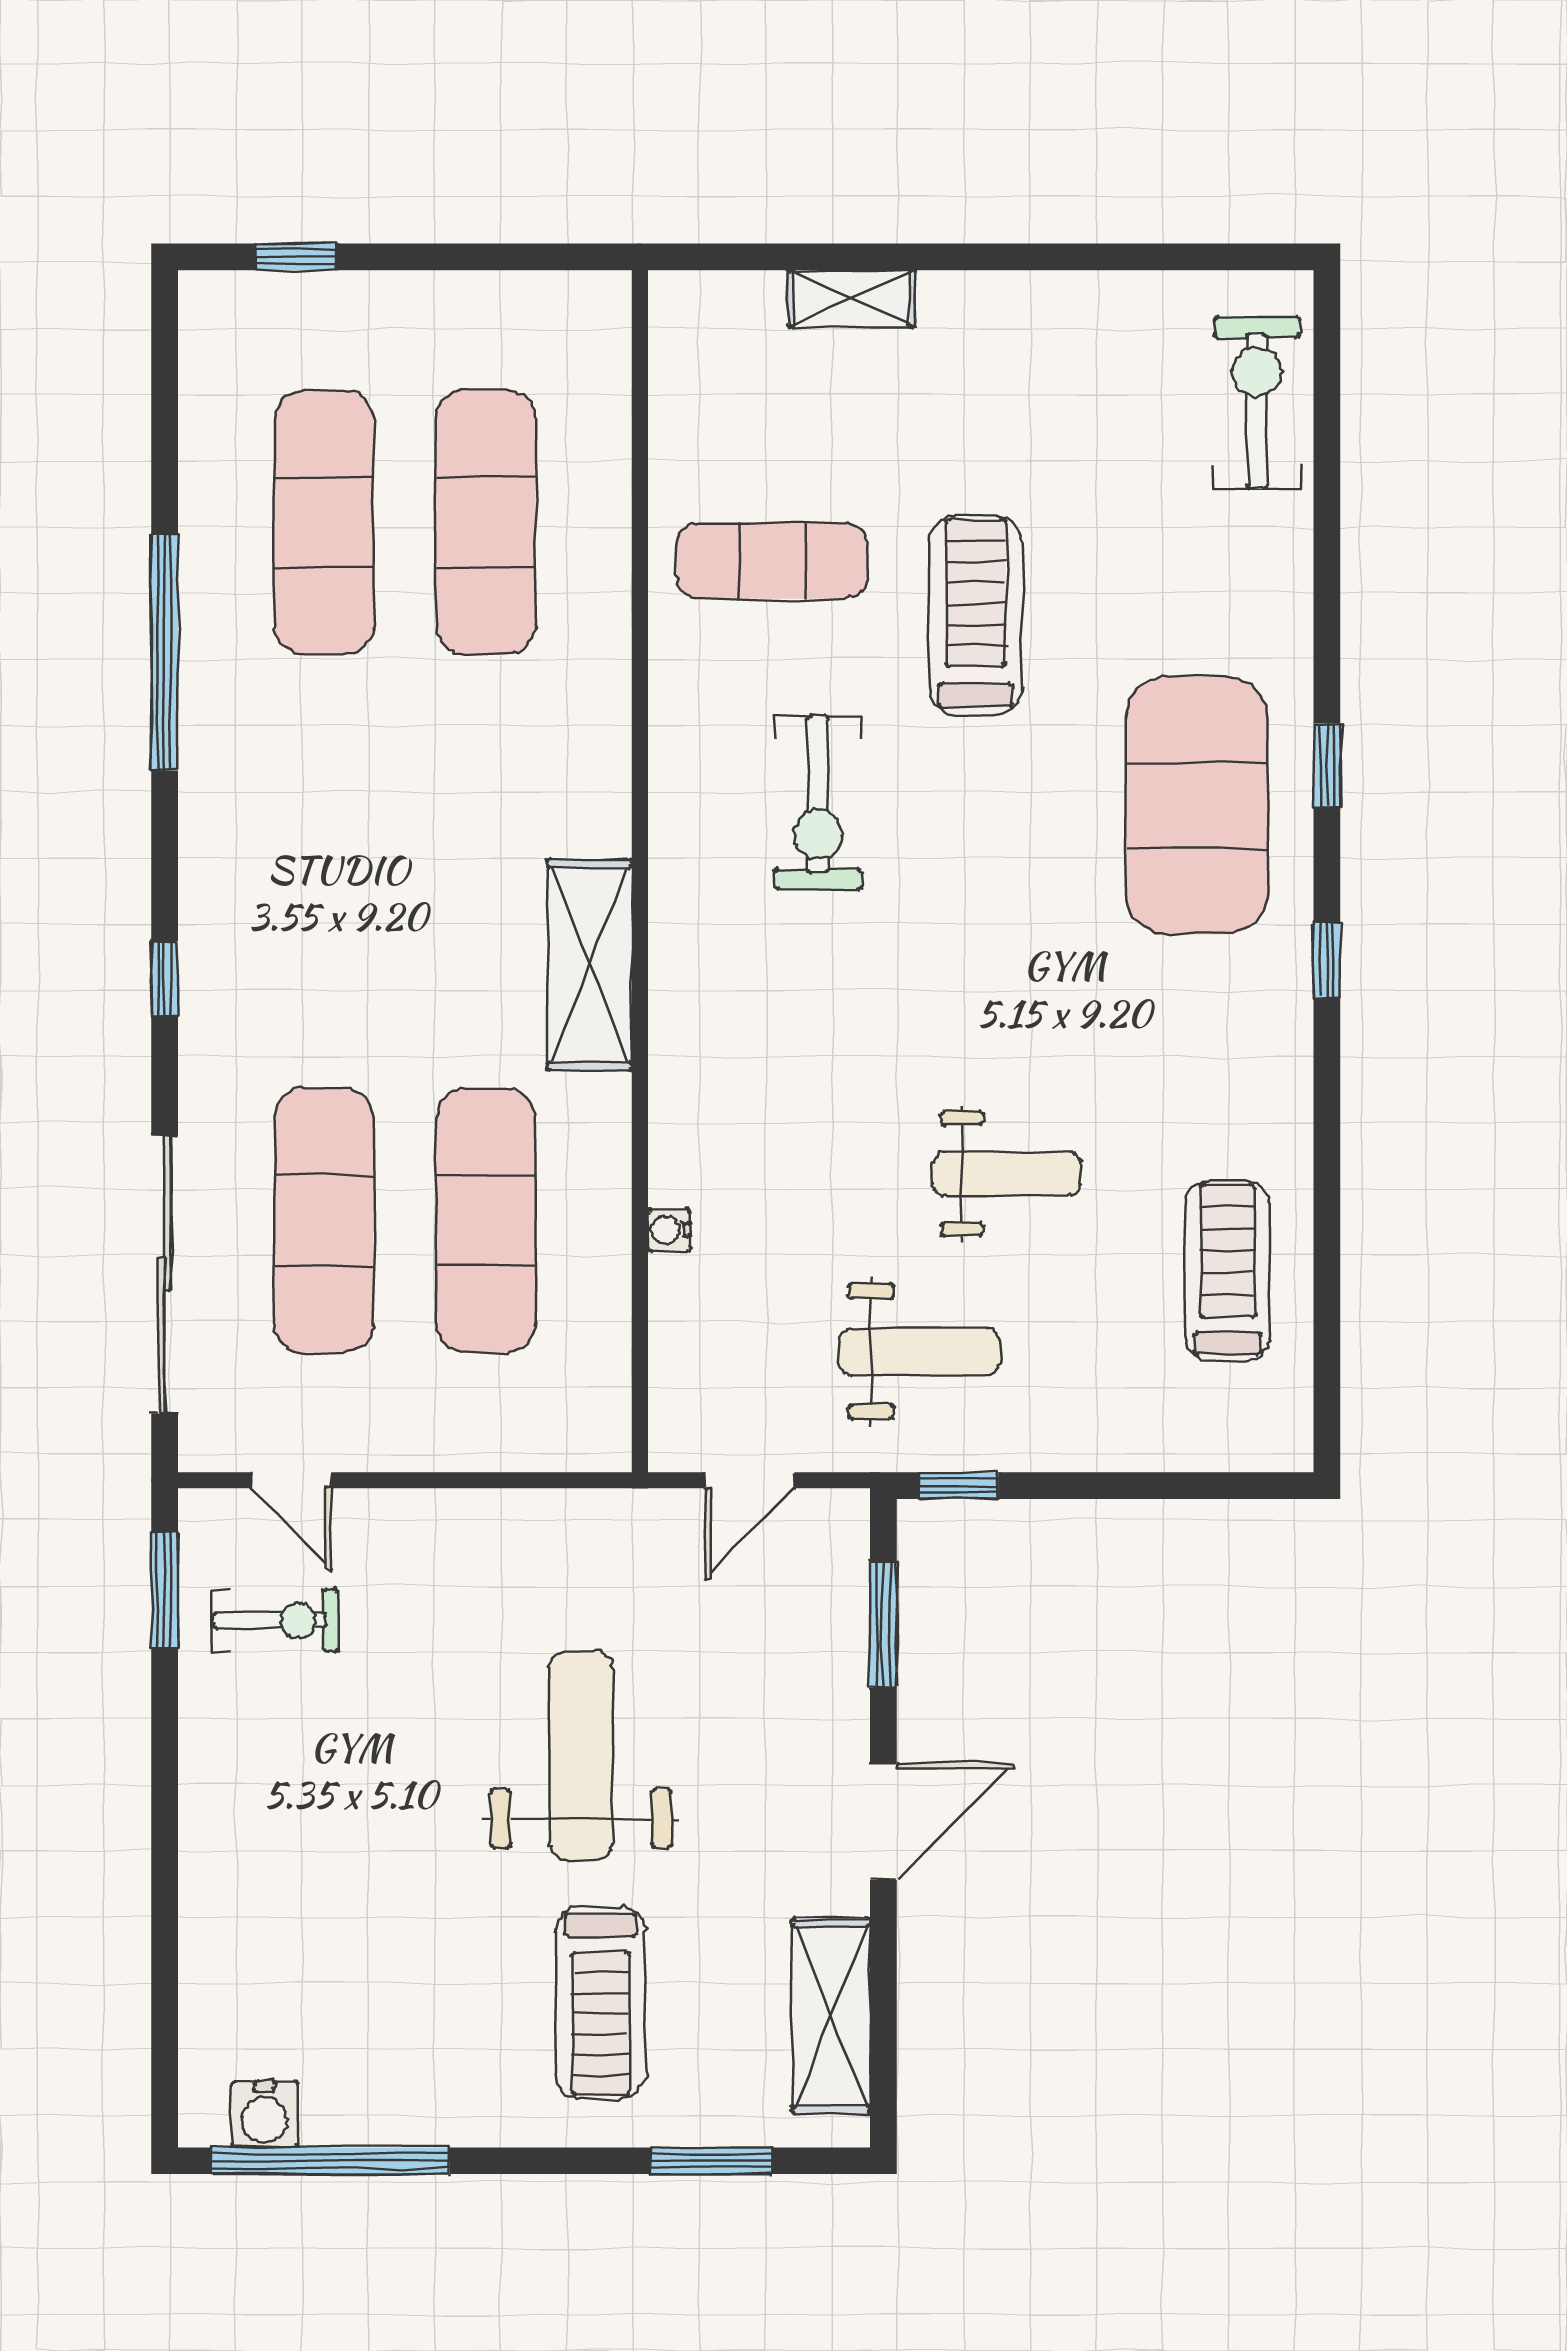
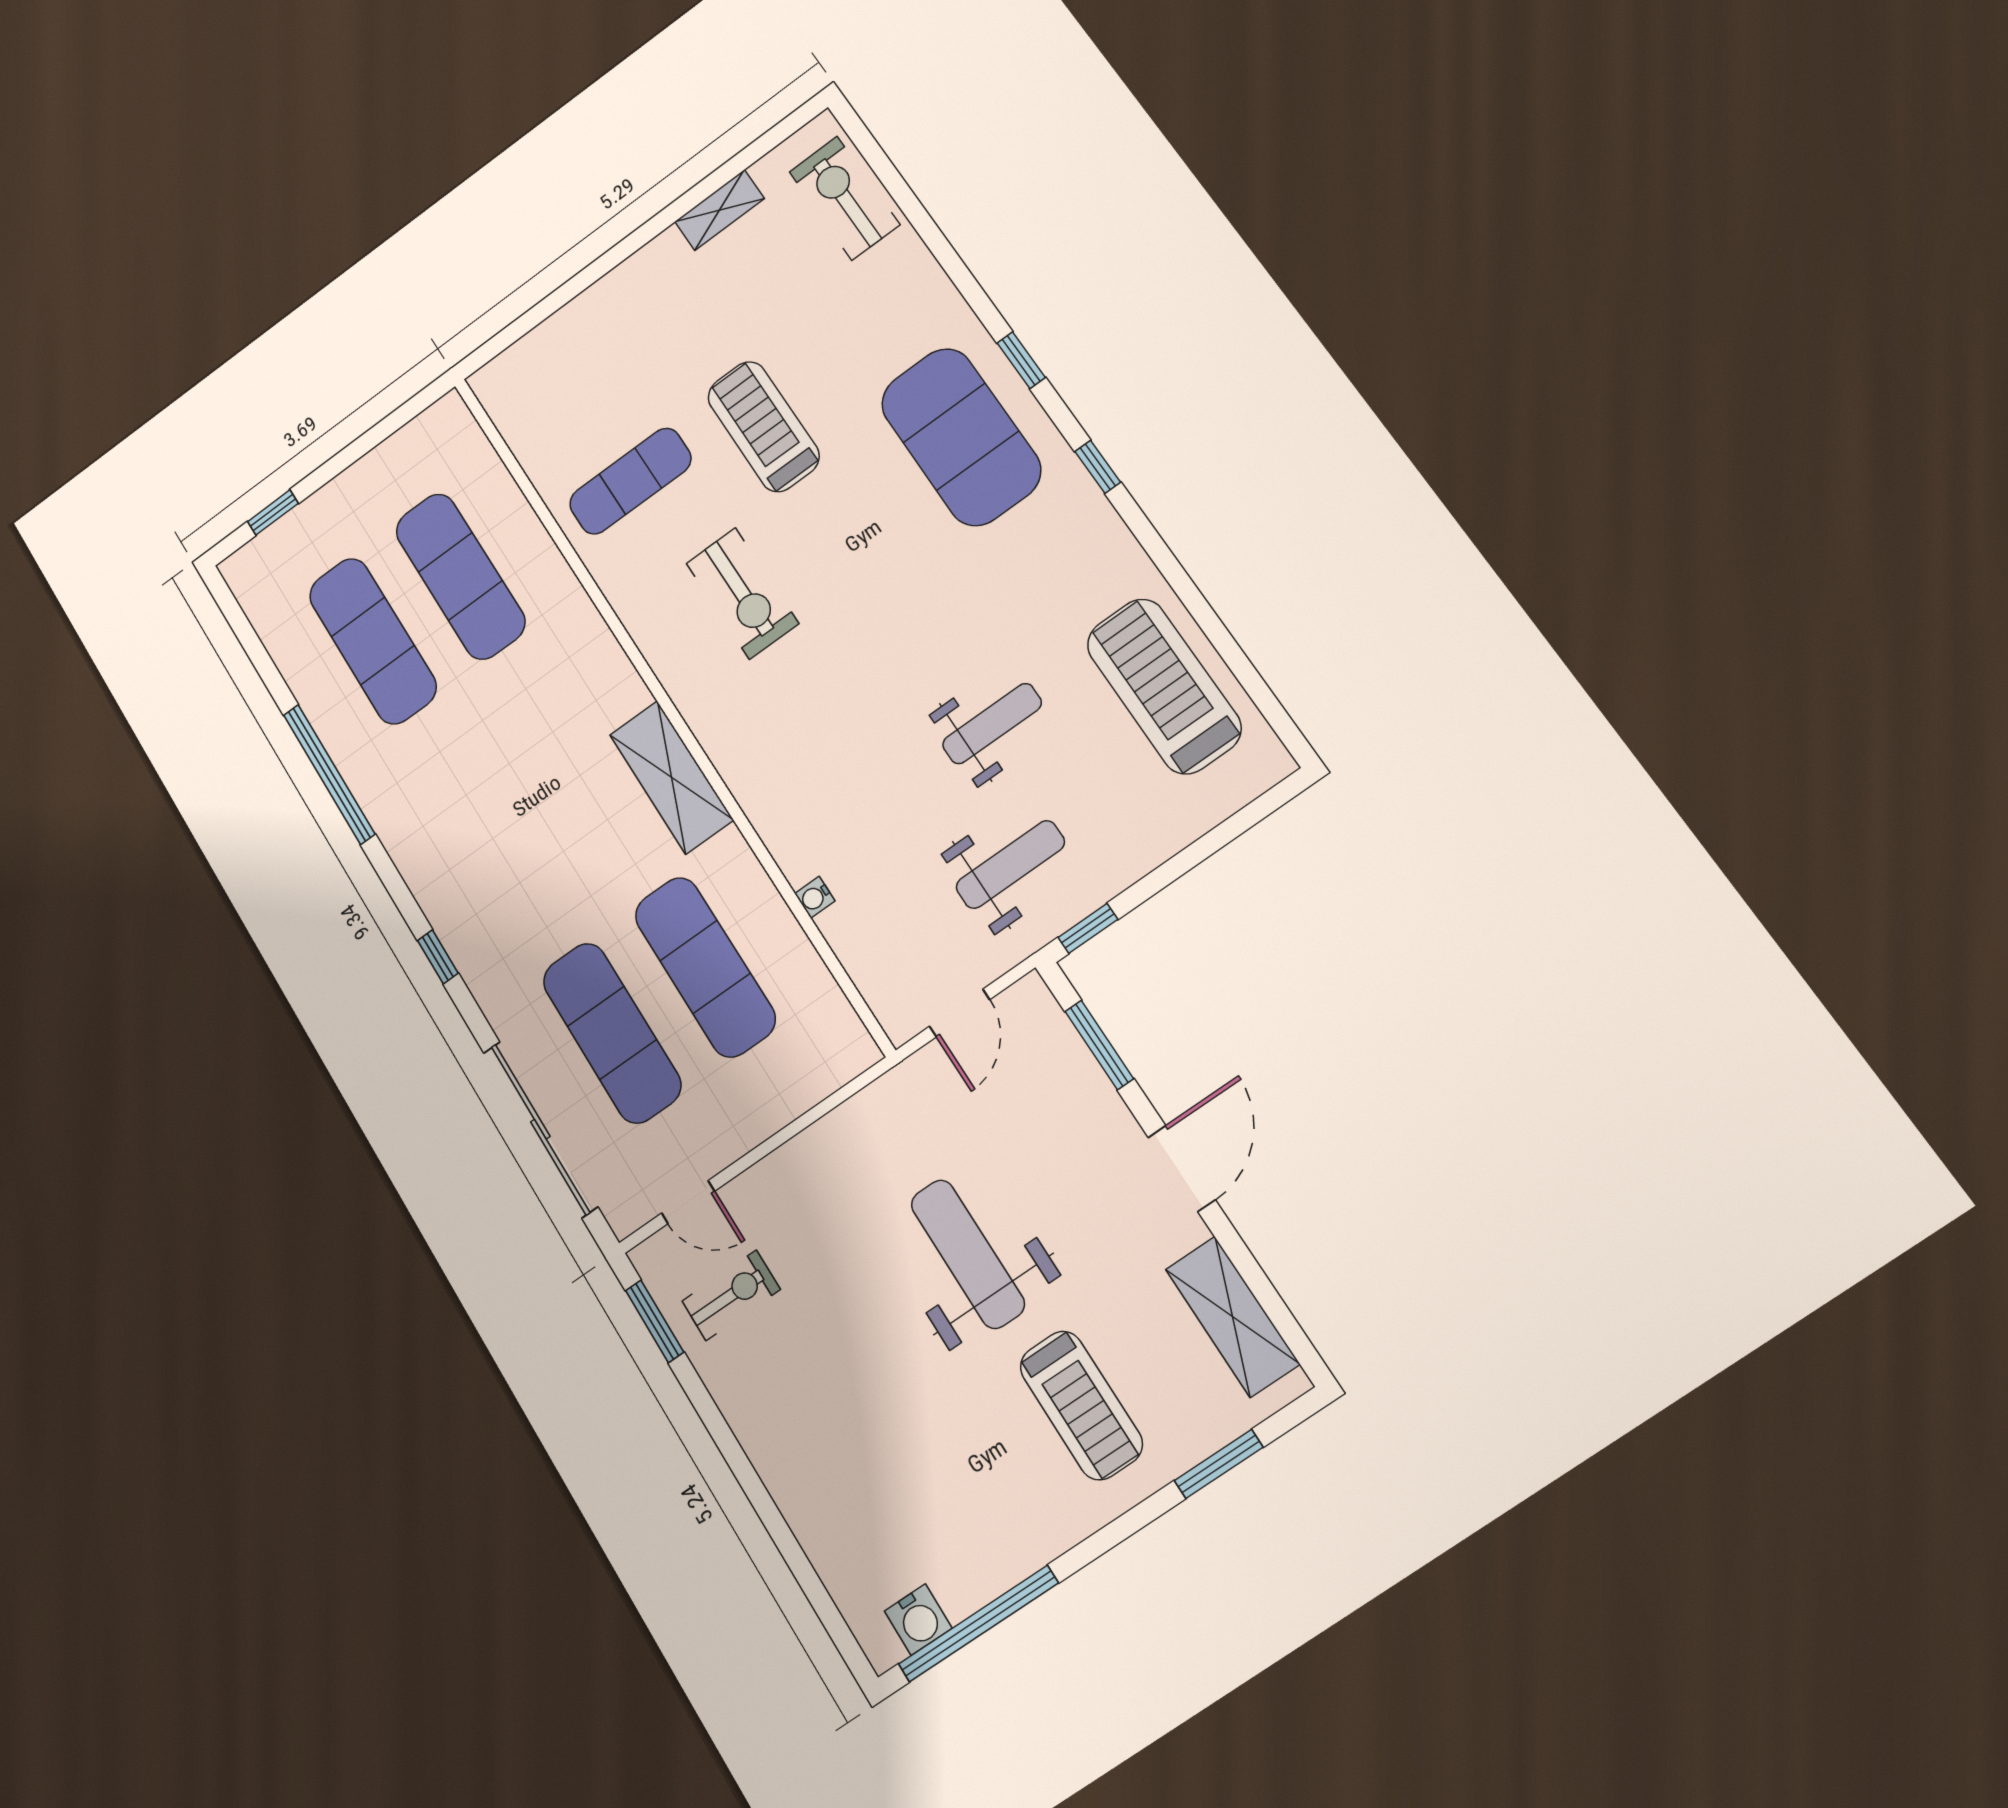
shelving: (852, 299) -> (719, 210), moved
treadmill: (1228, 1271) -> (1164, 686), width x1.37, depth x1.38

